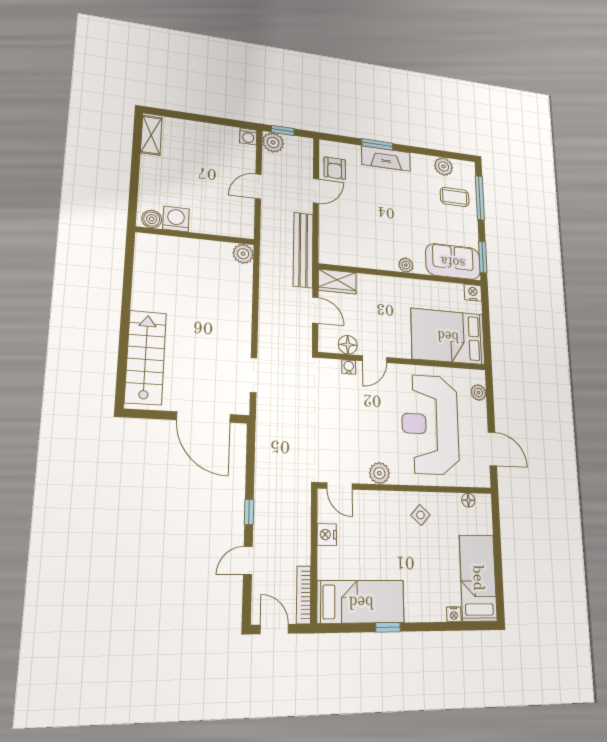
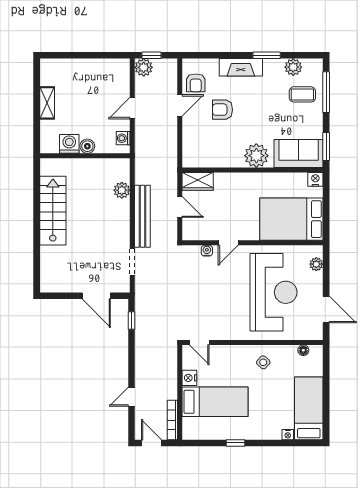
shelving: (151, 135) -> (47, 103), moved
washing machine: (248, 136) -> (123, 138), moved, turned 90
window: (377, 144) -> (267, 55), moved
armchair: (366, 202) -> (223, 110), added
boiler: (152, 219) -> (87, 146), moved
bench: (303, 250) -> (142, 216), moved
plant: (243, 254) -> (122, 190), moved
plant: (406, 265) -> (256, 156), width x1.88, depth x1.88
floor lamp: (348, 345) -> (206, 233), removed
stairs: (146, 357) -> (53, 211), moved
door: (203, 417) -> (96, 296), width x0.73
reception desk: (430, 424) -> (274, 292), turned 180
plant: (379, 473) -> (231, 332), removed
window: (249, 512) -> (132, 321), moved
bed: (361, 602) -> (215, 402), moved

